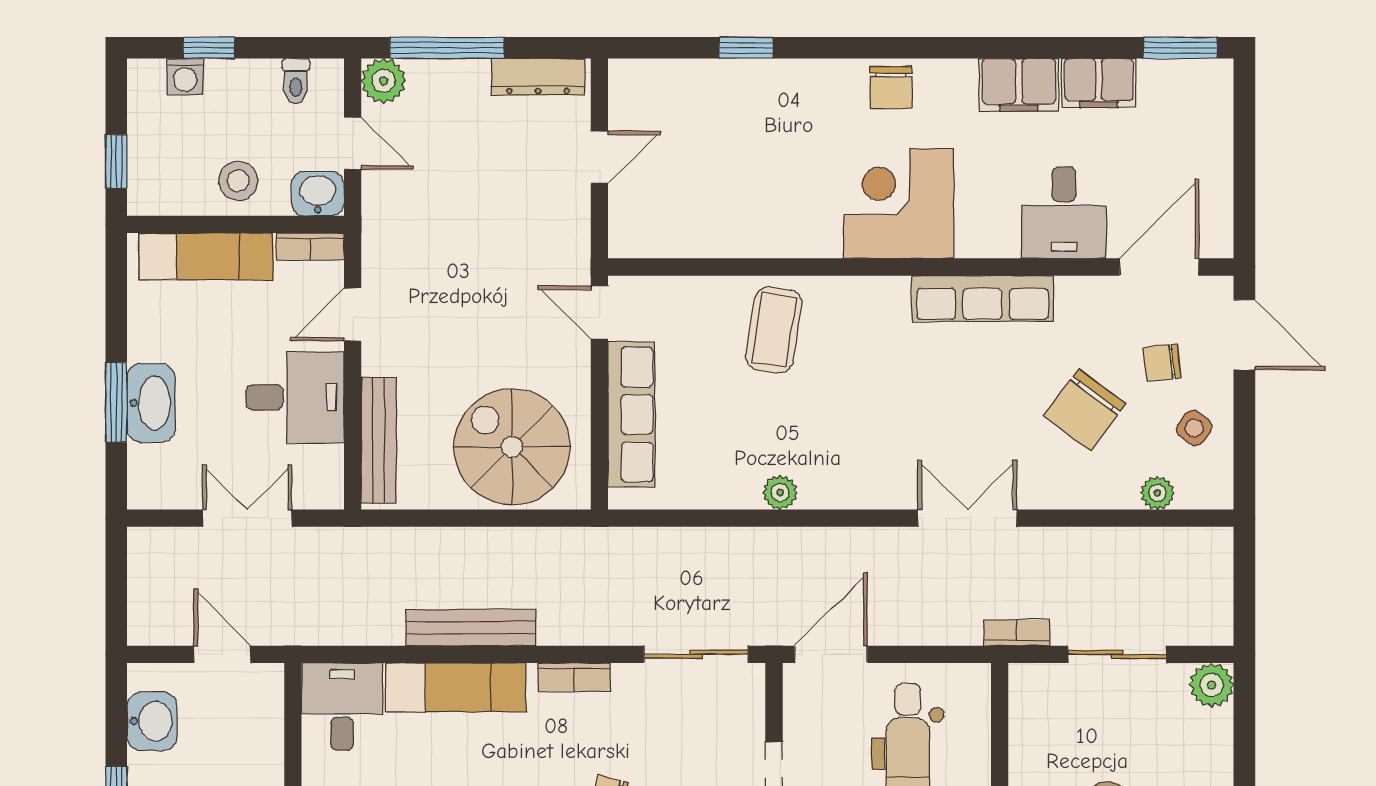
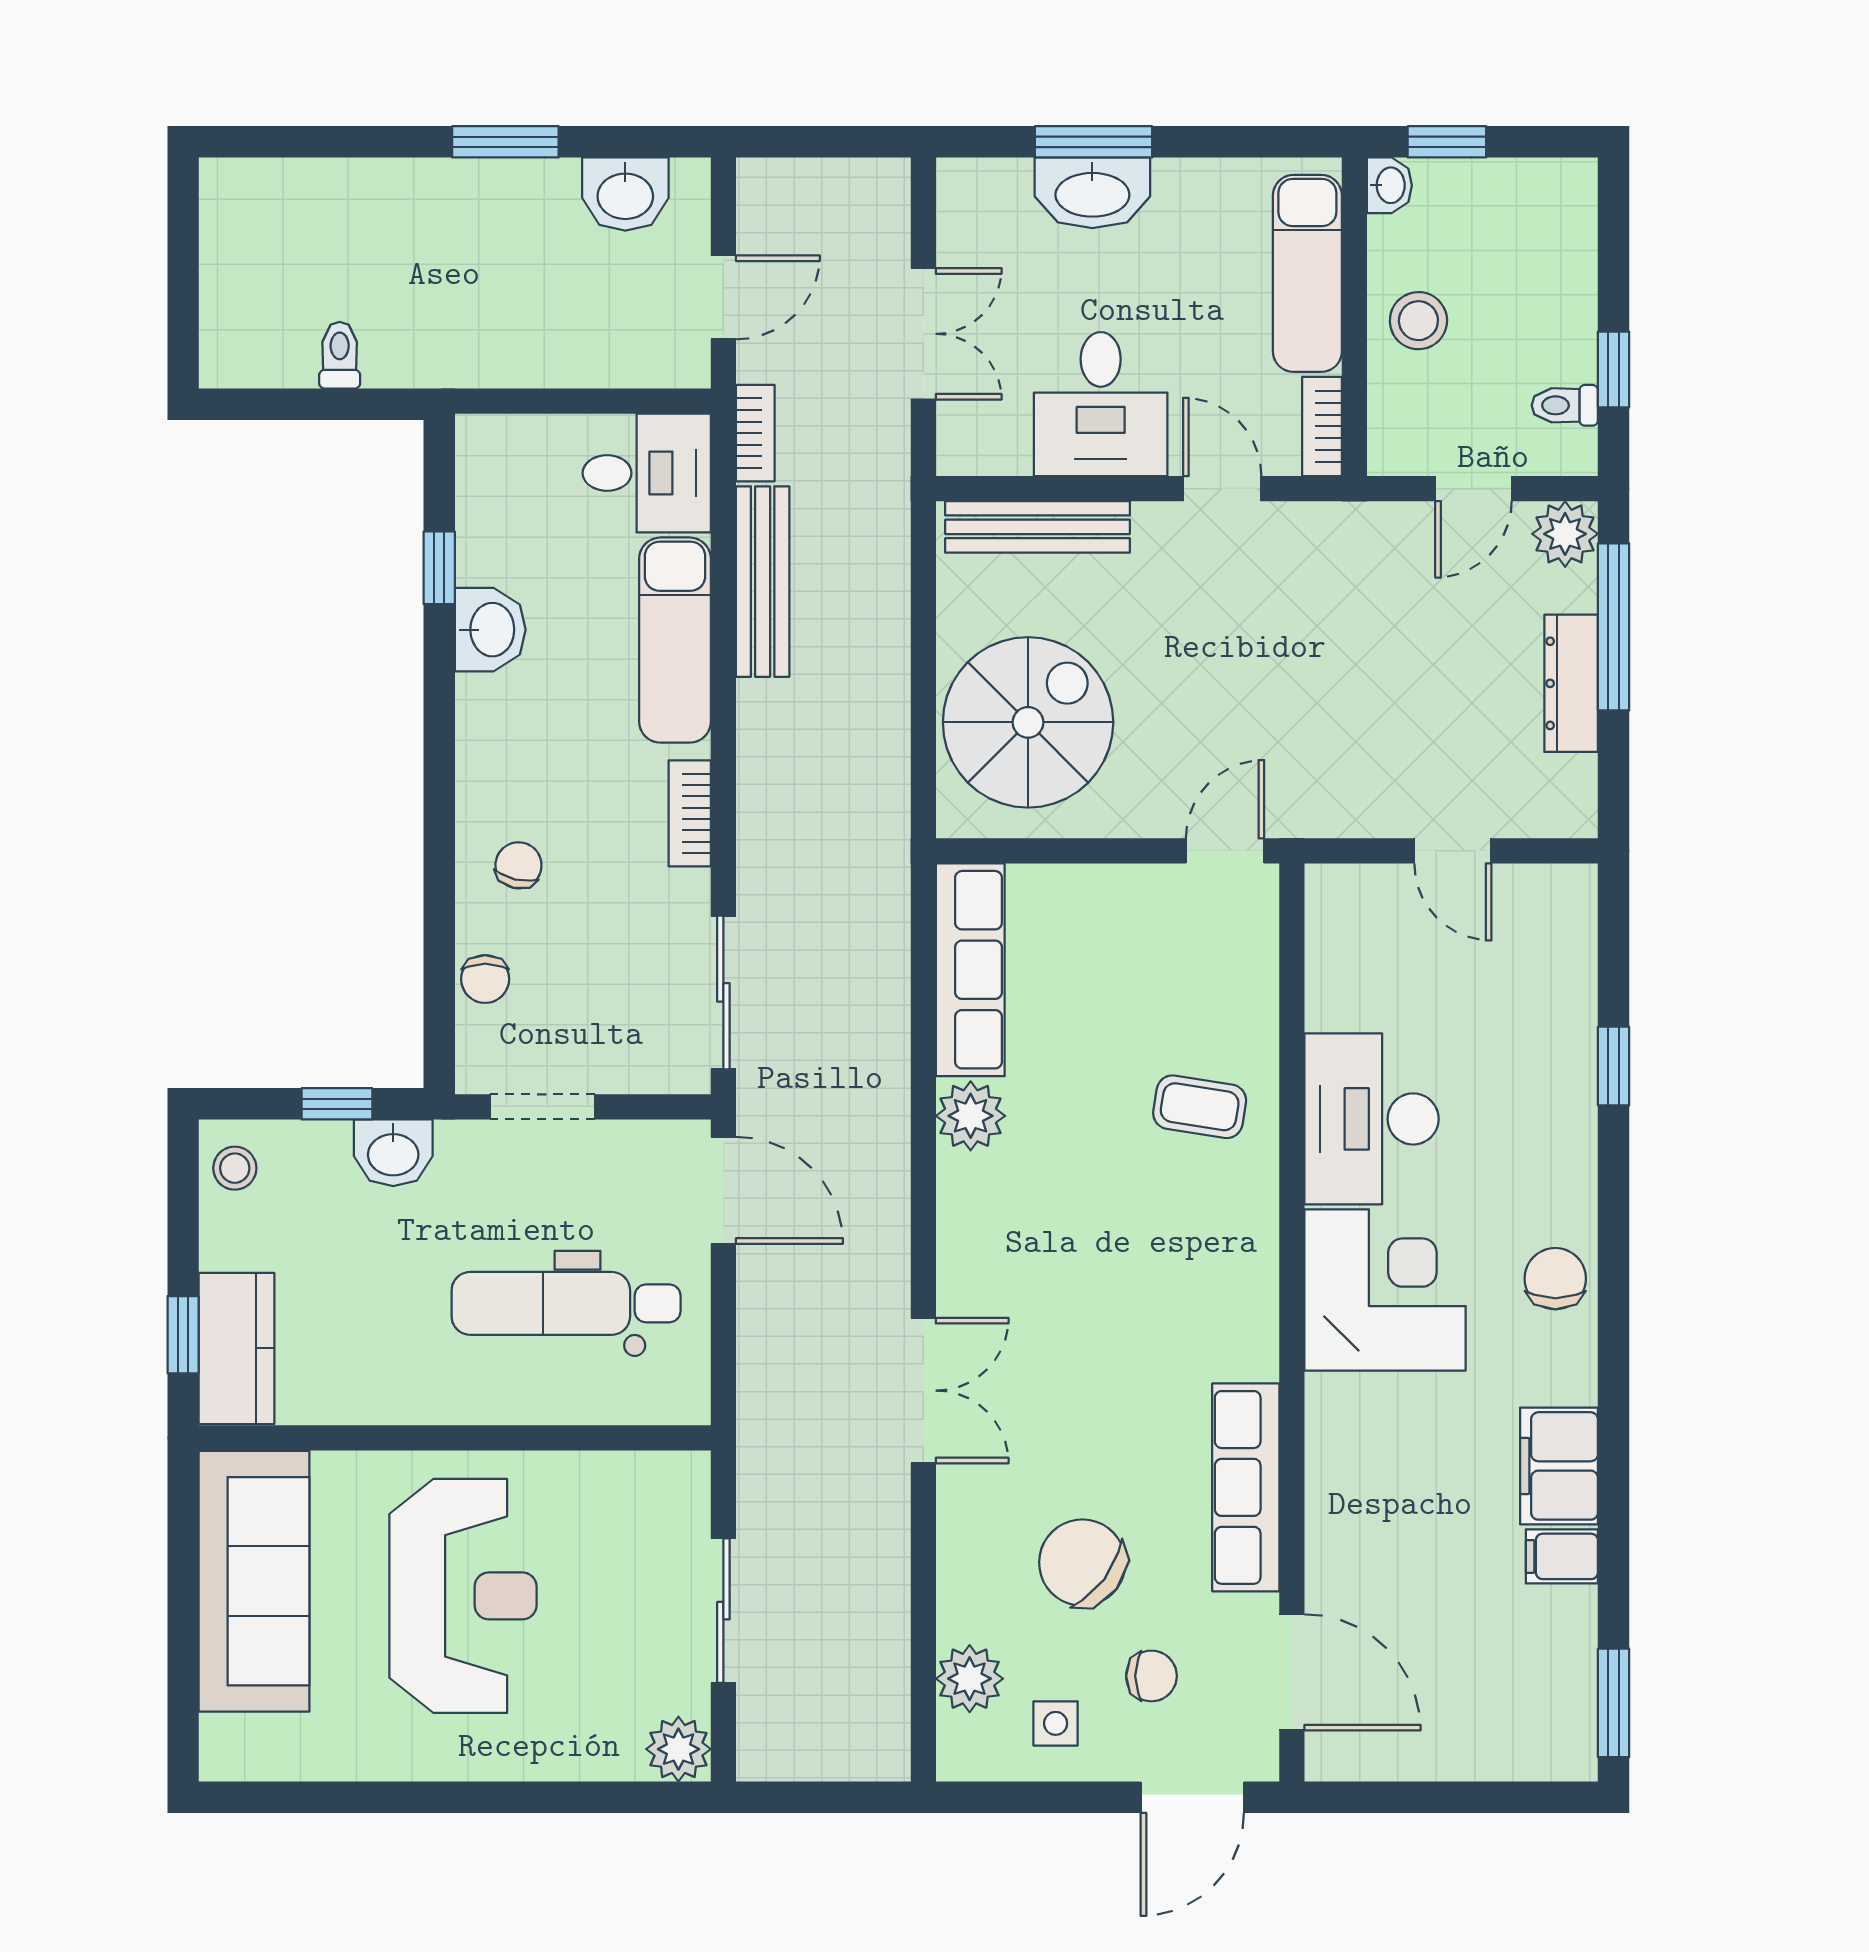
window: (209, 48) -> (1614, 369), moved
washing machine: (185, 77) -> (1571, 243), removed
dresser: (538, 77) -> (1571, 683), moved
filing cabinet: (1099, 83) -> (1562, 1556), width x0.50
chair: (891, 88) -> (1555, 1279), turned 90
washbasin: (318, 194) -> (1389, 185), moved, width x0.72, depth x0.69
desk: (1064, 213) -> (1371, 1119), moved, width x1.37
row of seats: (982, 298) -> (1246, 1487), moved
coffee table: (774, 330) -> (1200, 1107), width x0.73, depth x0.77
chair: (1162, 363) -> (1151, 1676), turned 96
row of seats: (631, 414) -> (970, 970), moved, turned -90
side table: (1194, 428) -> (1056, 1723), turned -37
plant: (780, 492) -> (971, 1116), width x1.38, depth x1.38
plant: (1157, 493) -> (970, 1679), width x1.38, depth x1.38
bench: (471, 628) -> (763, 582), moved
bookcase: (1017, 633) -> (755, 433), moved

